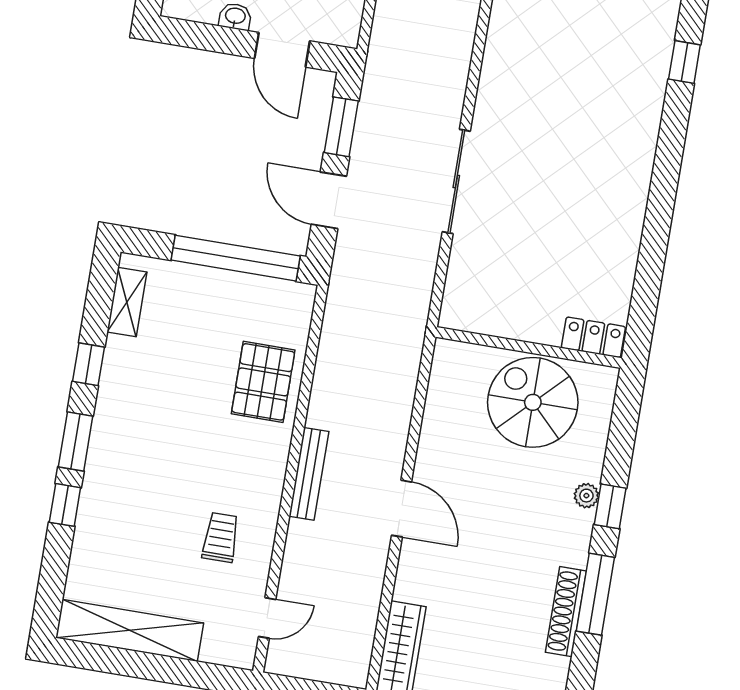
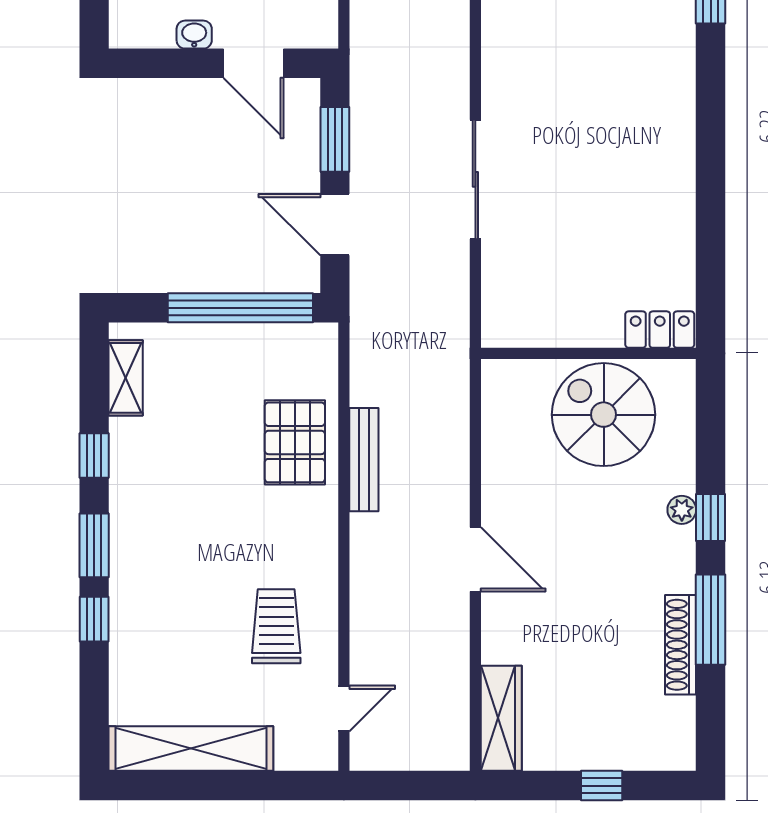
bench: (309, 474) -> (364, 460), moved
trolley: (221, 537) -> (276, 626), width x1.36, depth x1.39

